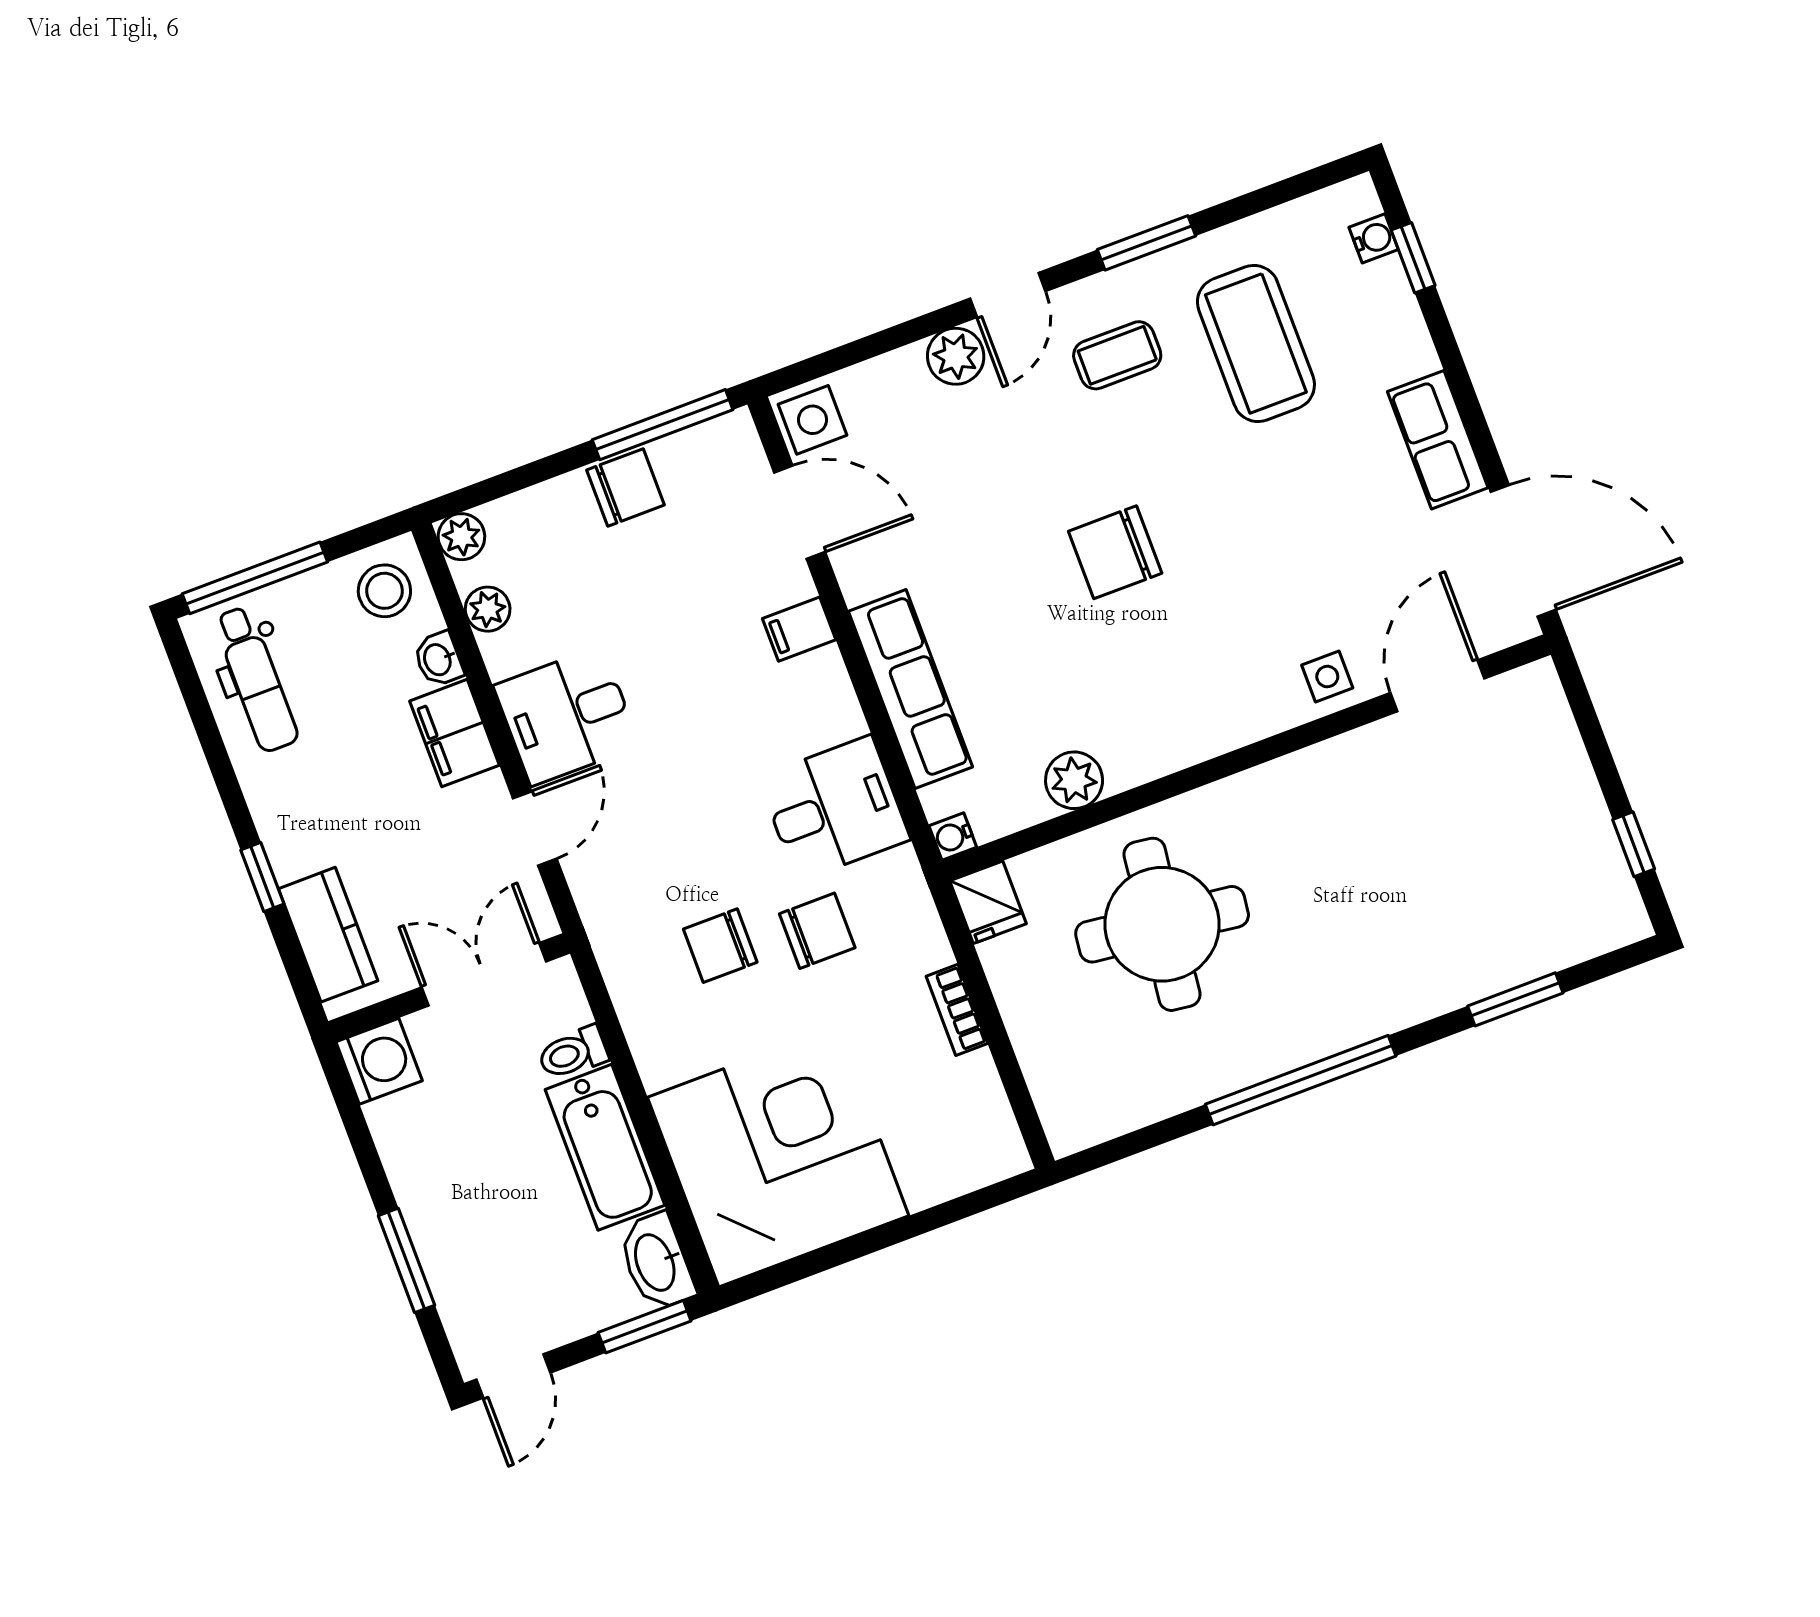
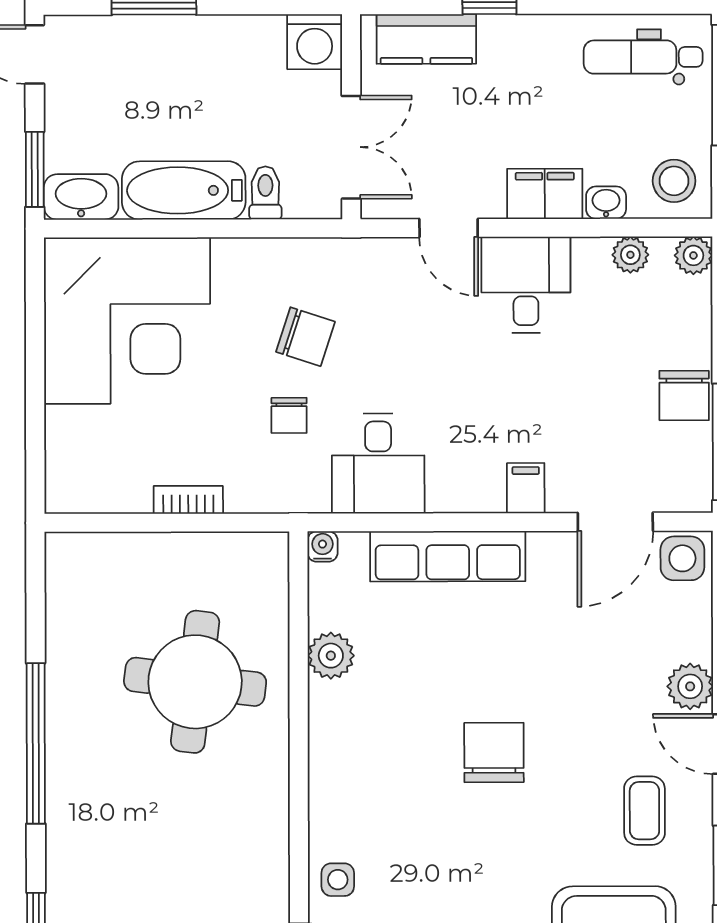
fridge: (988, 902) -> (262, 555), removed
chair: (817, 931) -> (289, 415), width x0.73, depth x0.73
chair: (720, 946) -> (305, 337), turned 108

